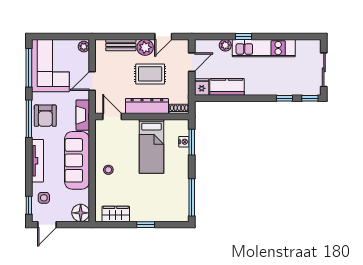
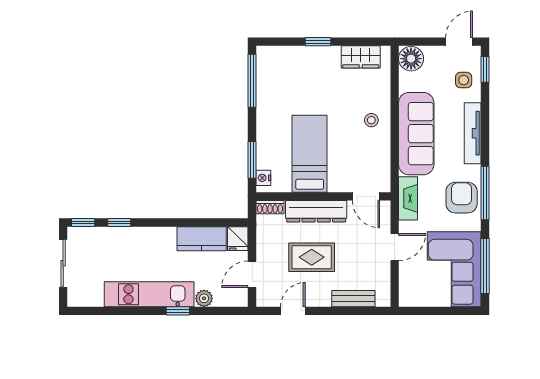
plant: (84, 47) -> (406, 296), removed
plant: (145, 47) -> (319, 295), removed
nightstand: (184, 142) -> (263, 178), moved

